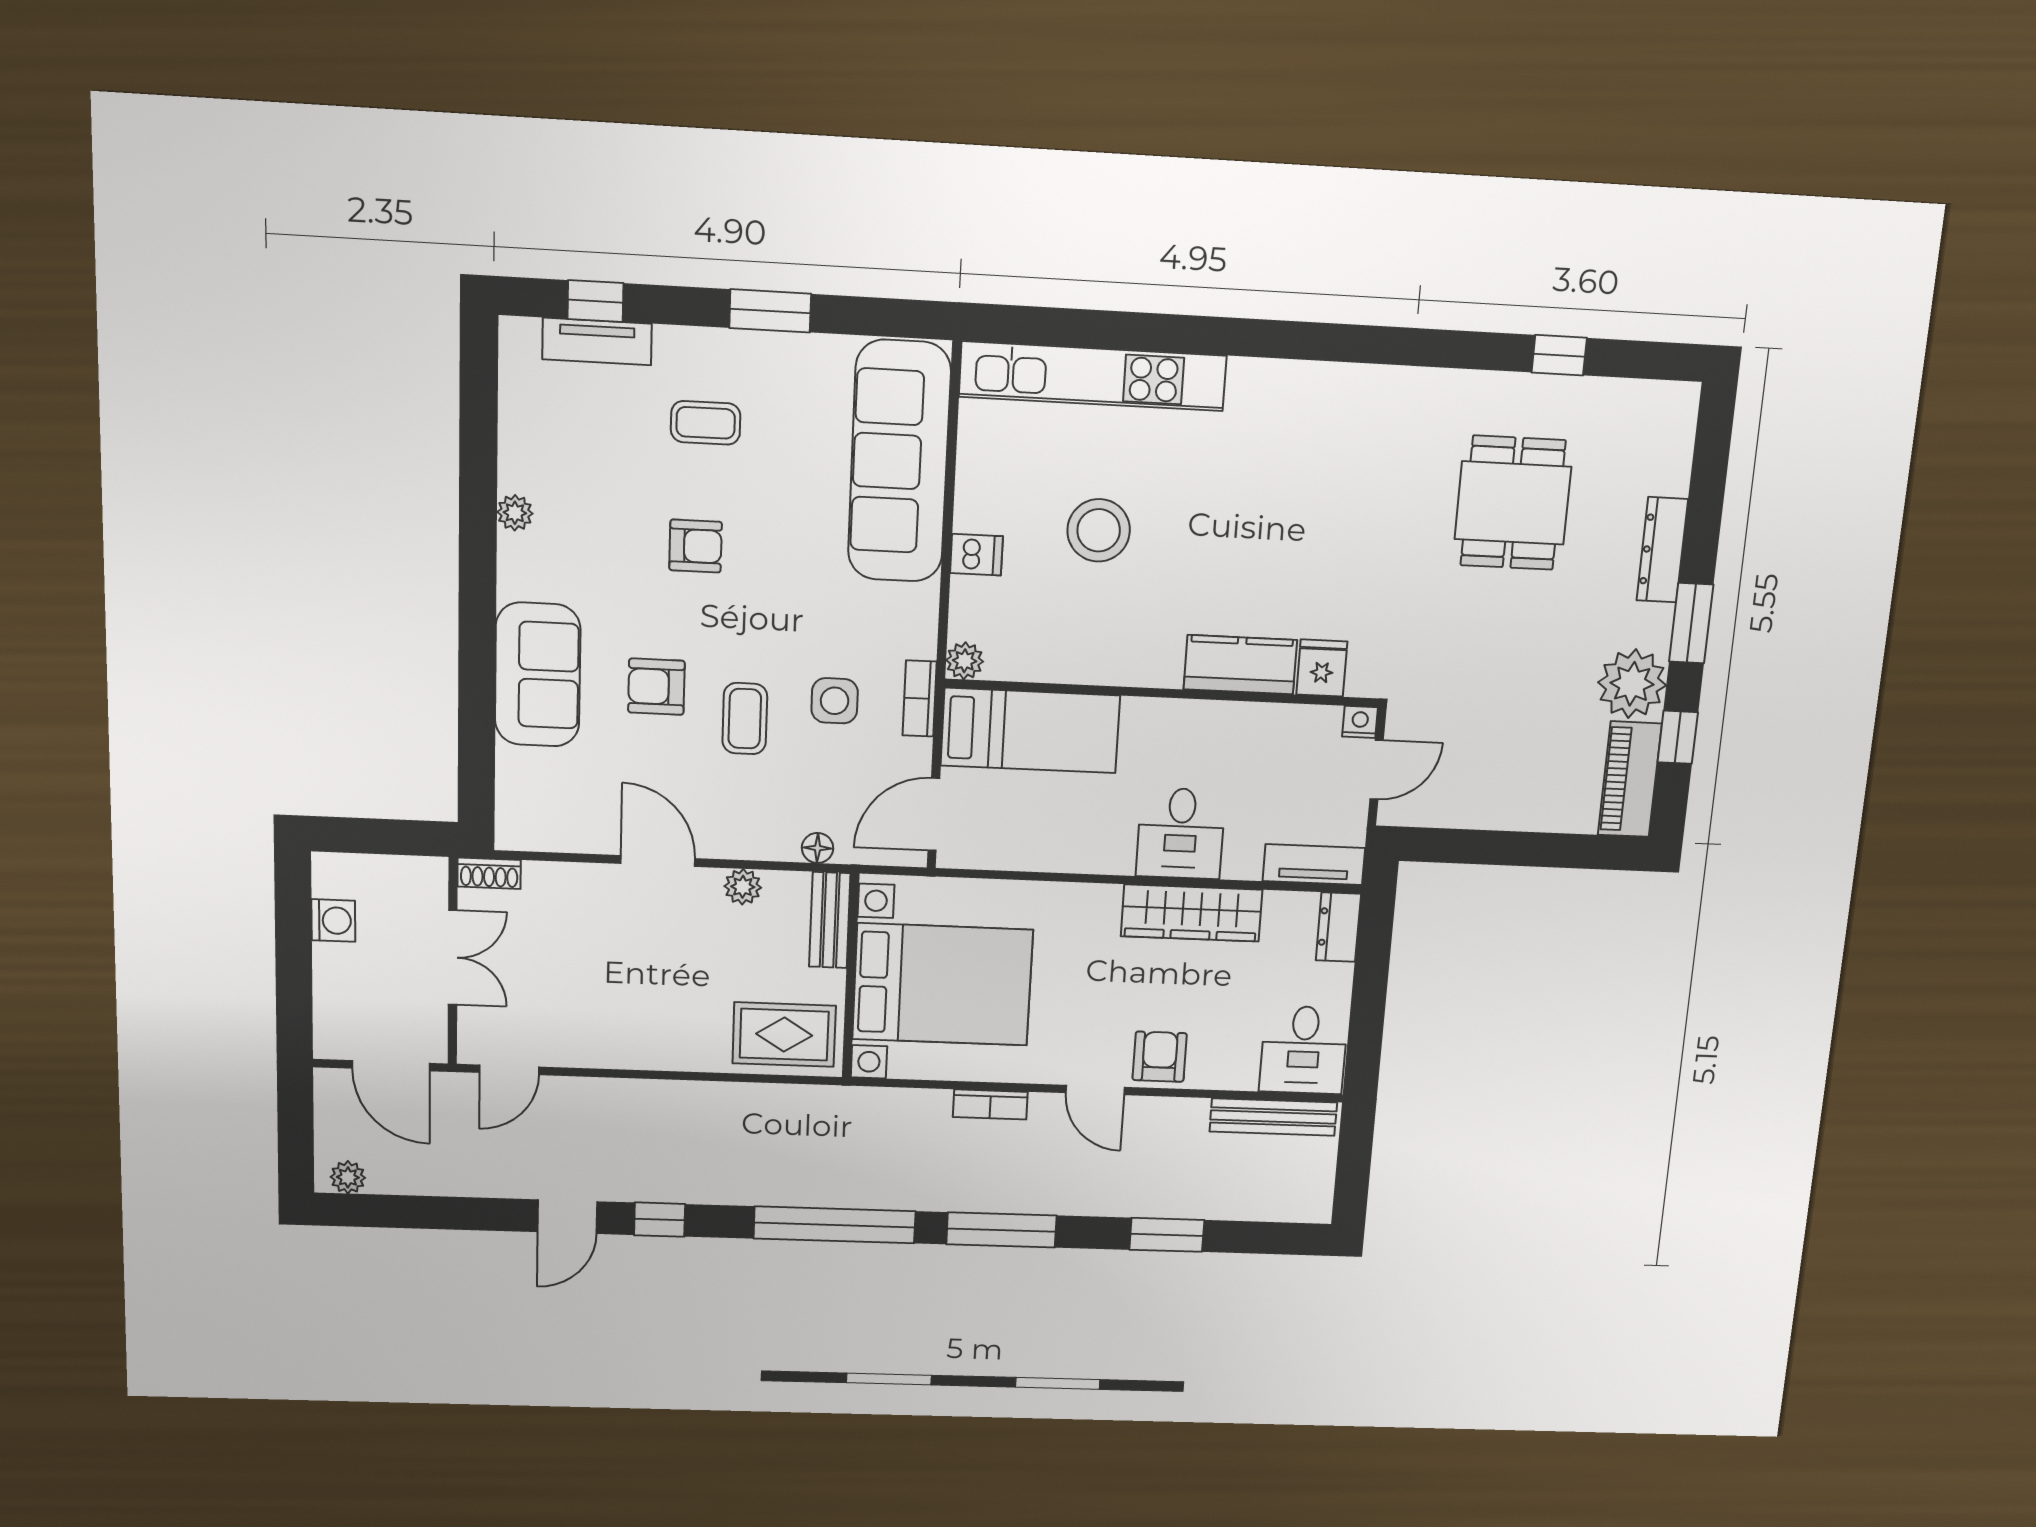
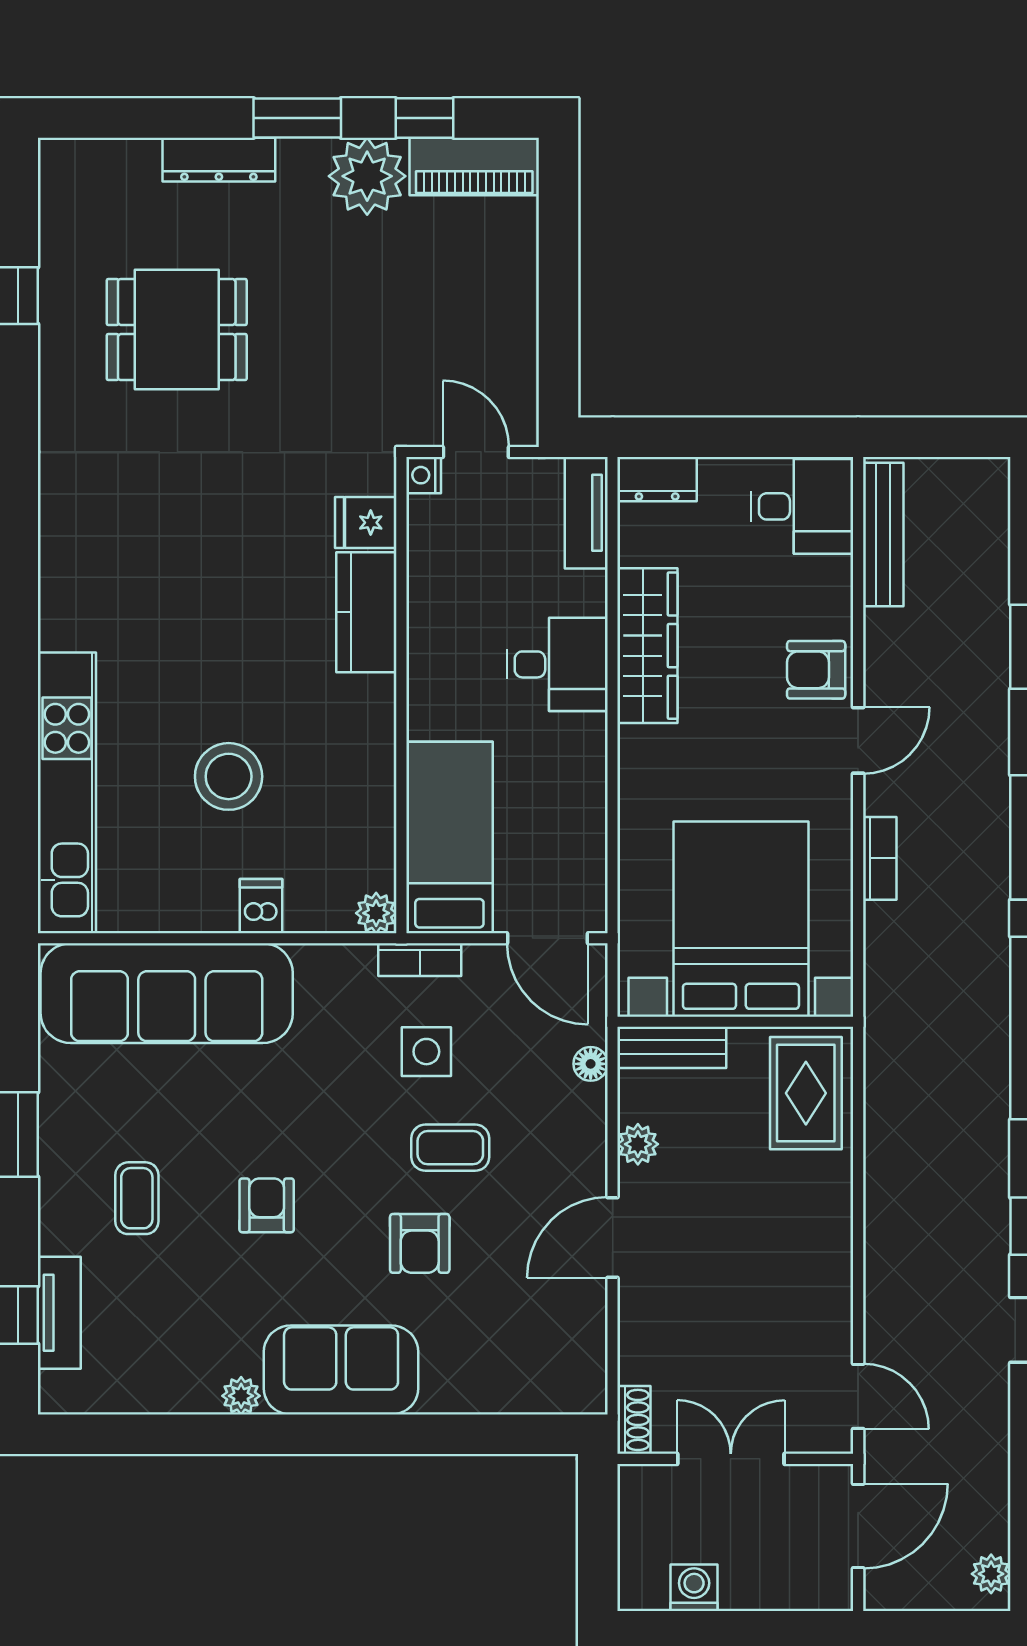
sofa: (538, 675) -> (341, 1370), moved

